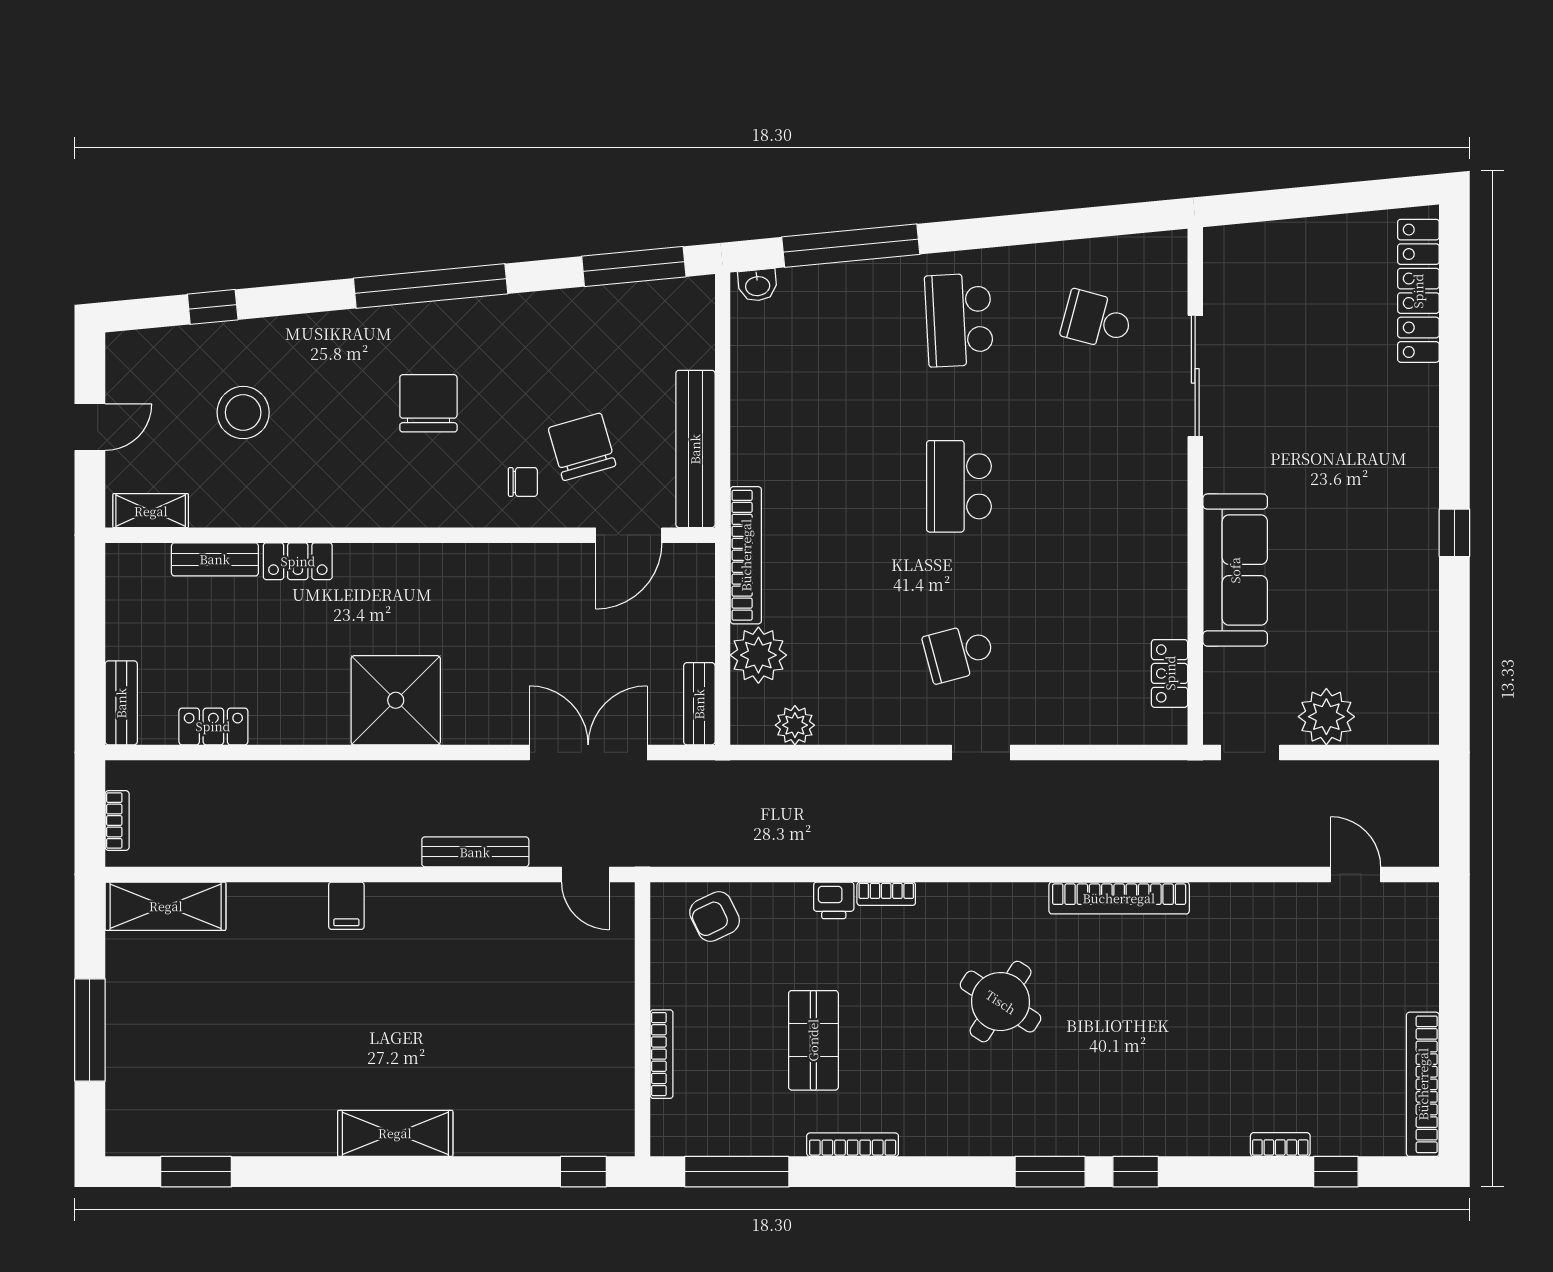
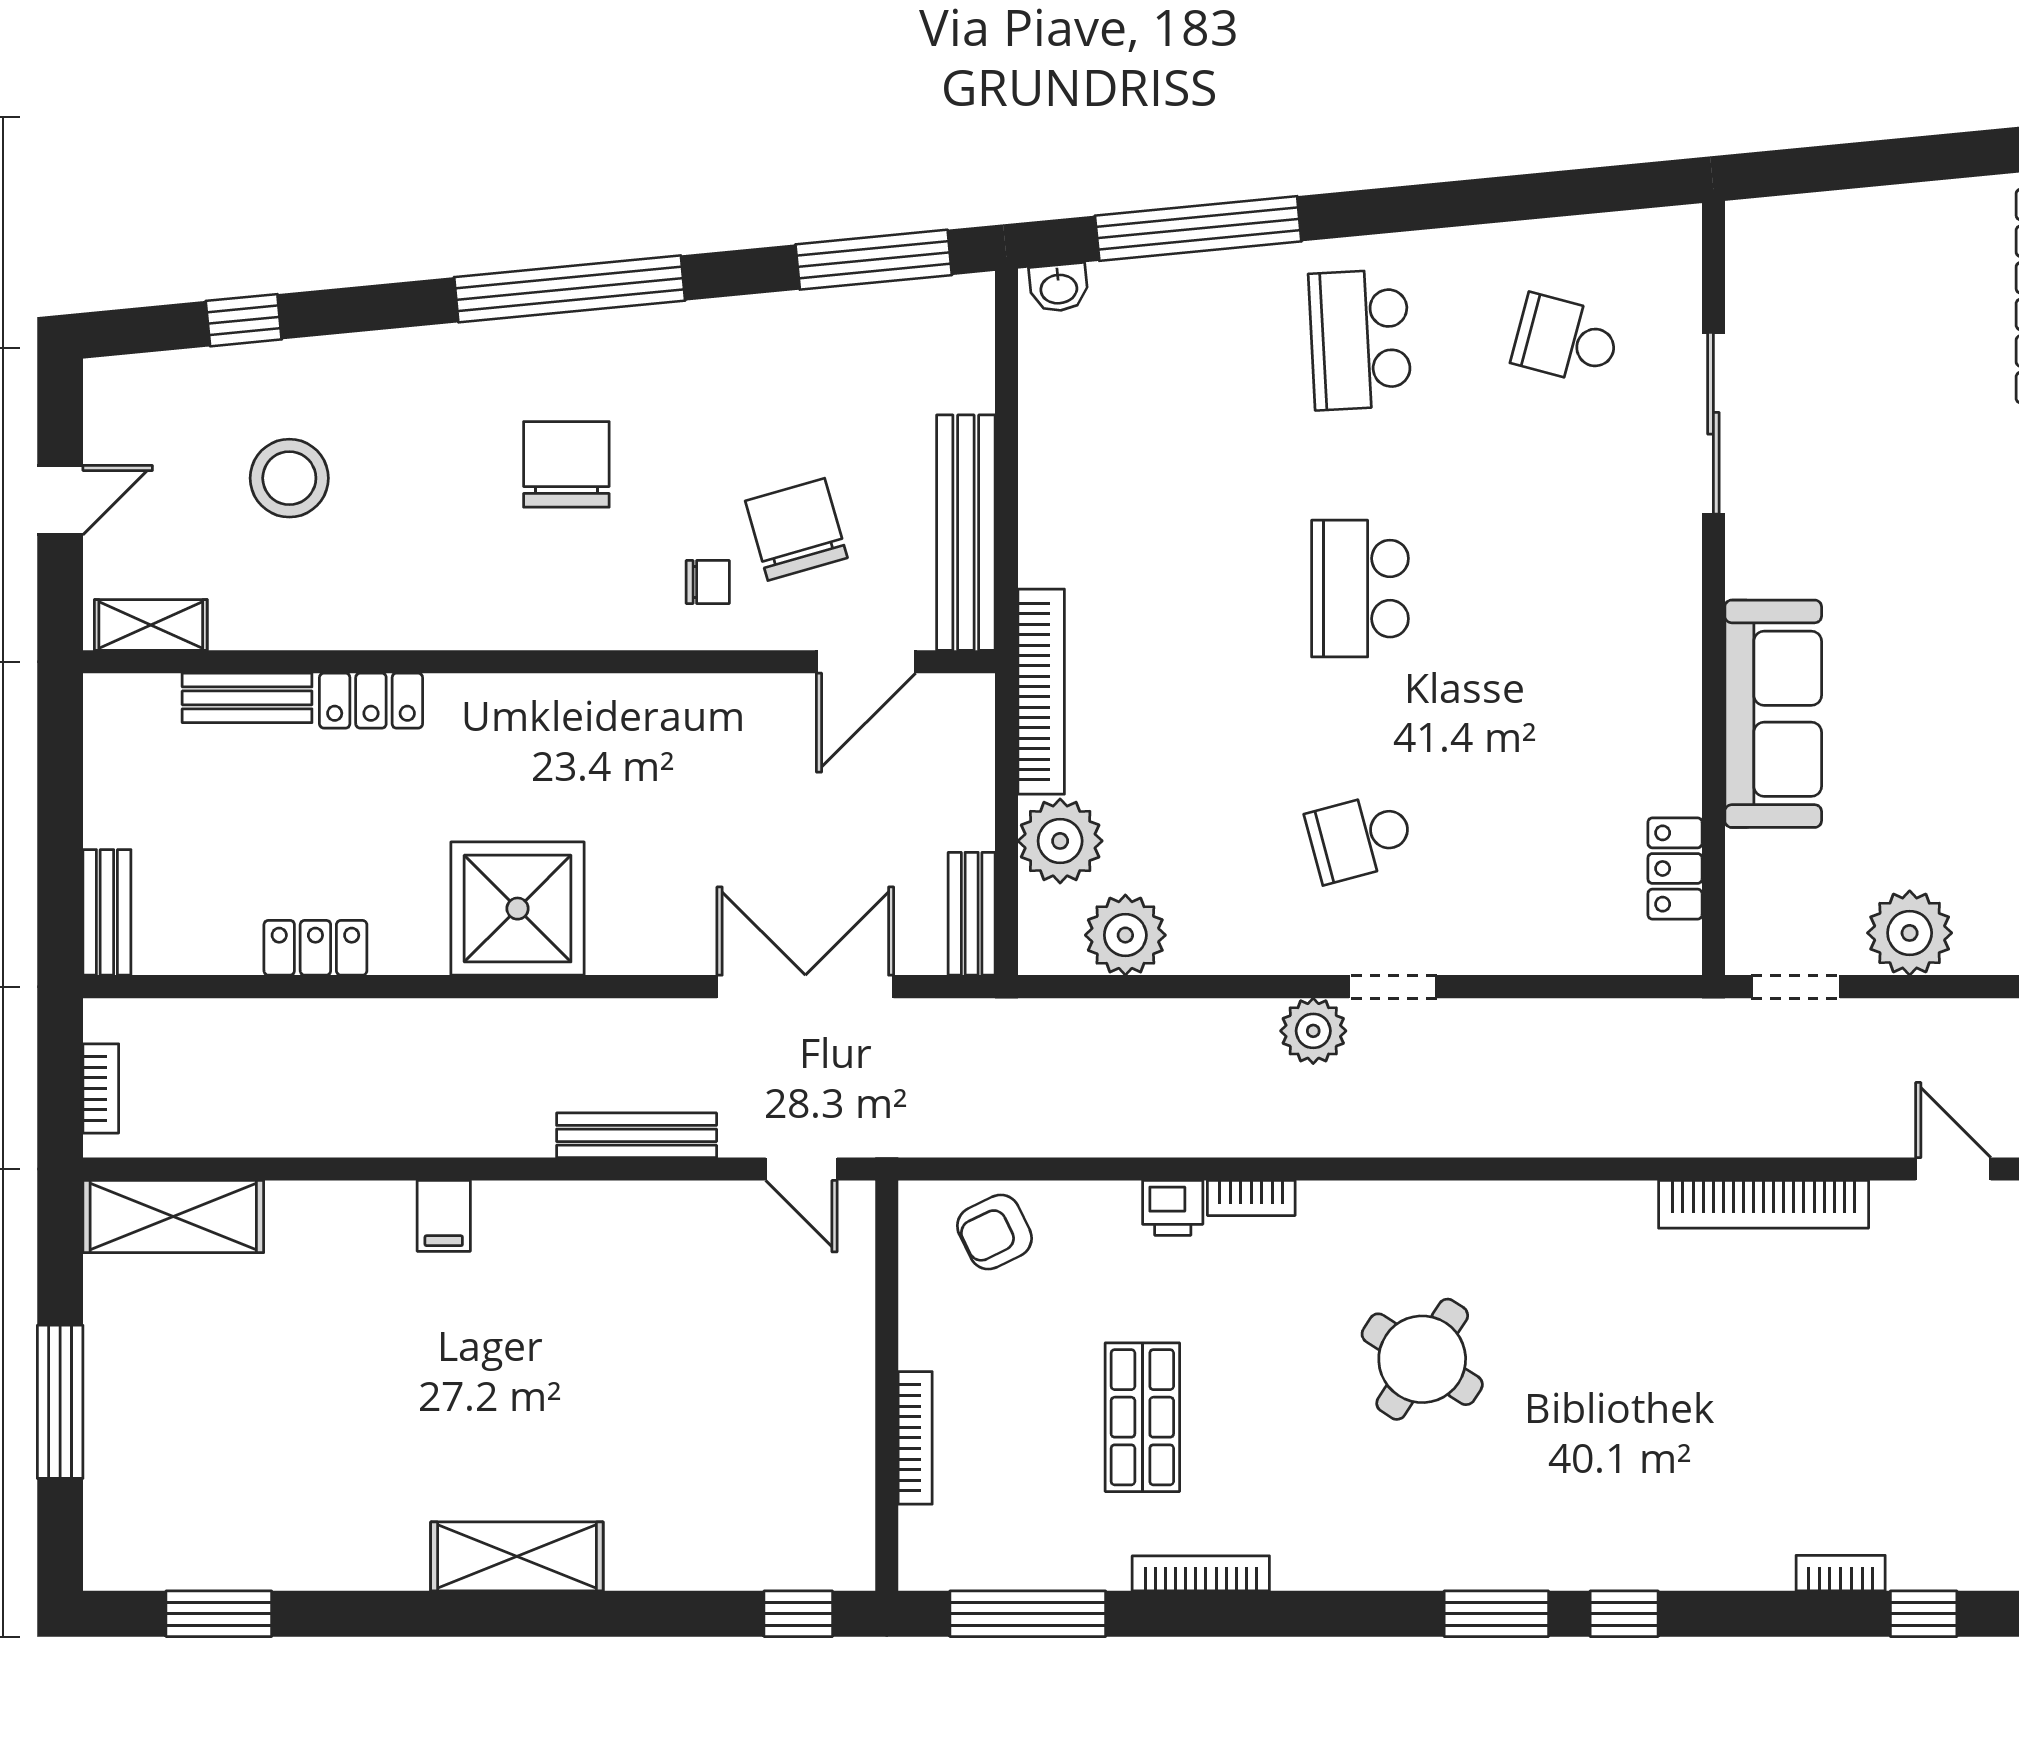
plant: (795, 725) -> (1125, 935), width x1.36, depth x1.36
locker: (213, 726) -> (315, 948), moved
plant: (928, 782) -> (1313, 1031), added
bookcase: (1119, 898) -> (1764, 1204), moved

